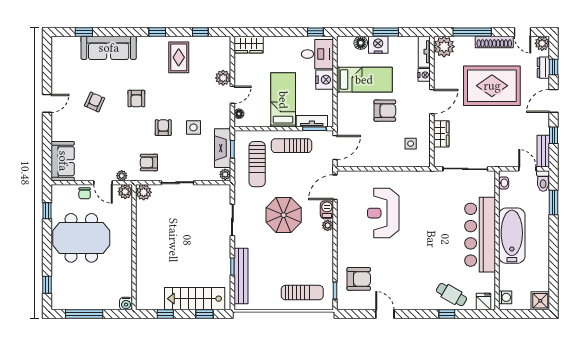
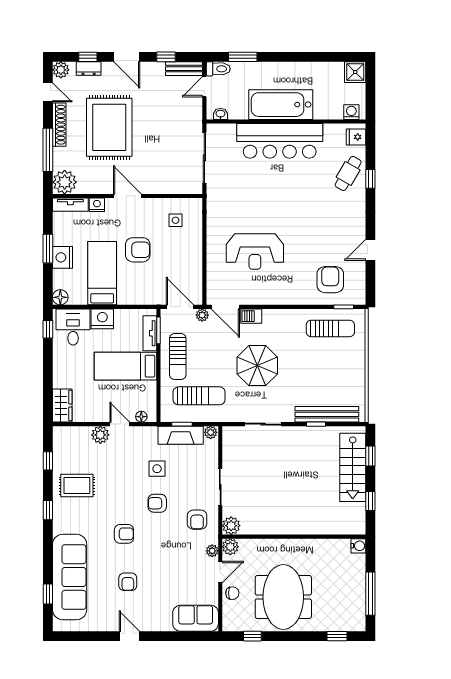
door: (522, 32) -> (48, 92), hinge flipped
floor lamp: (361, 43) -> (60, 297), moved
sofa: (109, 48) -> (70, 577), width x1.36, depth x1.27
armchair: (95, 102) -> (128, 582), turned -114
armchair: (385, 111) -> (138, 250), turned 90
wardrobe: (441, 134) -> (164, 185), removed
plant: (328, 225) -> (202, 315), moved
sun lounger: (302, 293) -> (330, 328), moved, turned 90

